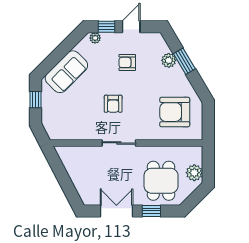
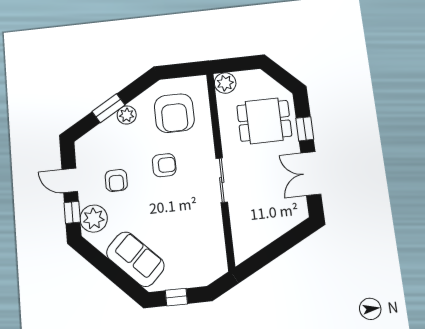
plant: (95, 38) -> (94, 219), width x1.88, depth x1.88
plant: (169, 60) -> (127, 115), moved
armchair: (113, 104) -> (164, 165), moved
plant: (194, 173) -> (225, 83), moved

